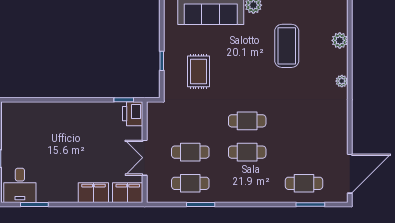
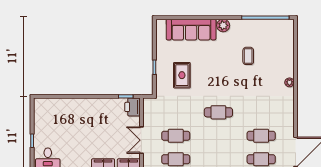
plant: (340, 40) -> (288, 52), removed
coffee table: (287, 46) -> (248, 56), width x0.54, depth x0.58
cafe table: (247, 152) -> (261, 136), moved

